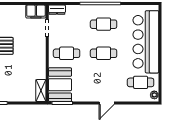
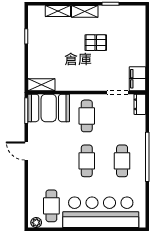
door: (107, 103) -> (26, 151), moved

